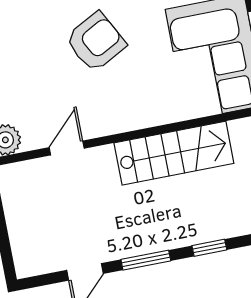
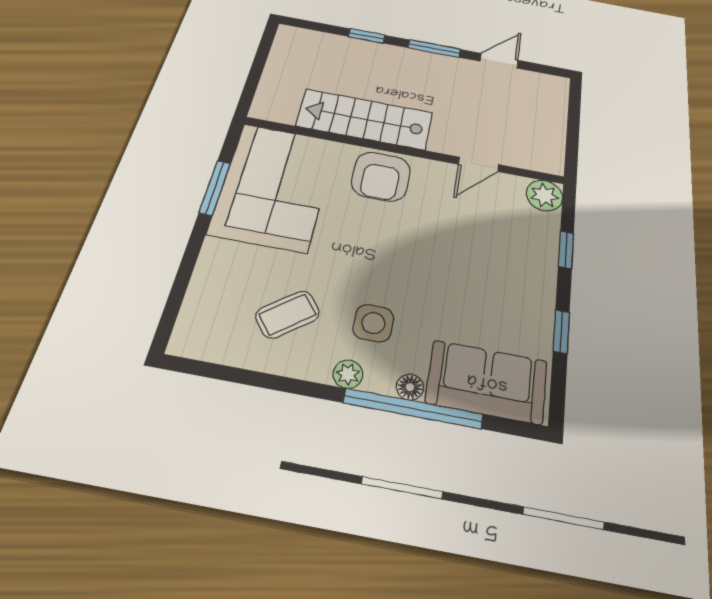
armchair: (96, 42) -> (381, 176), moved, turned -62

